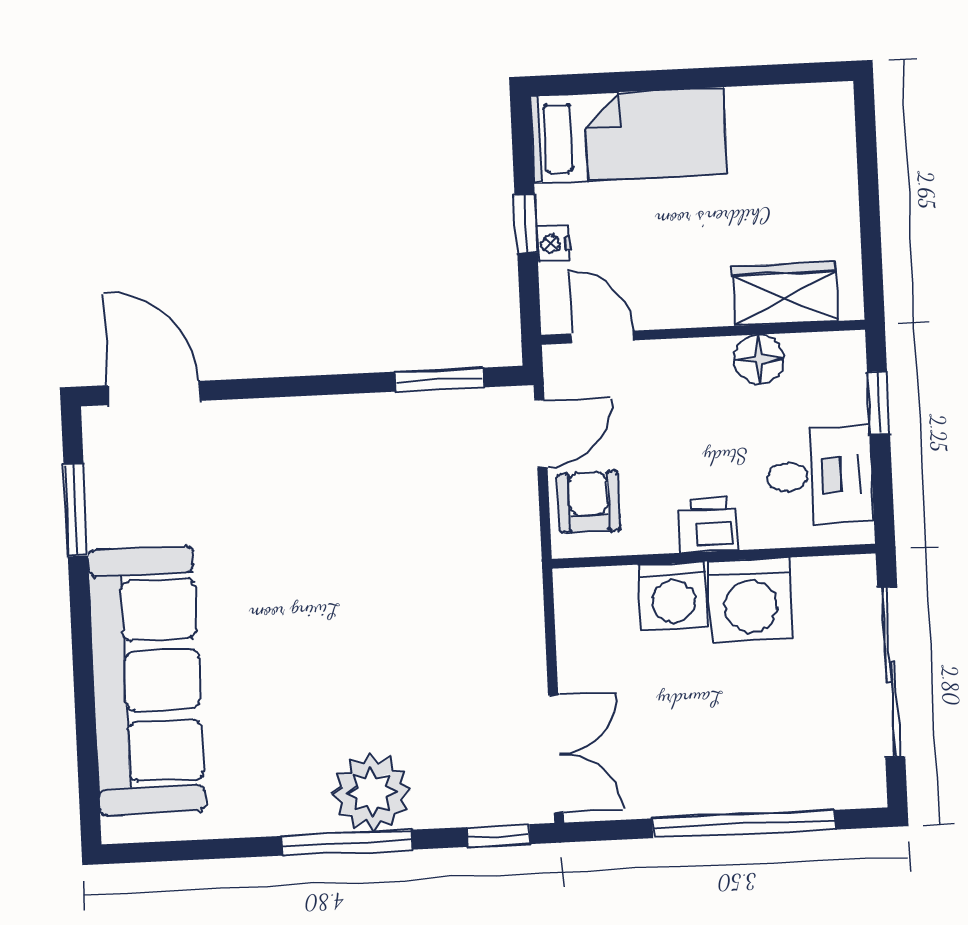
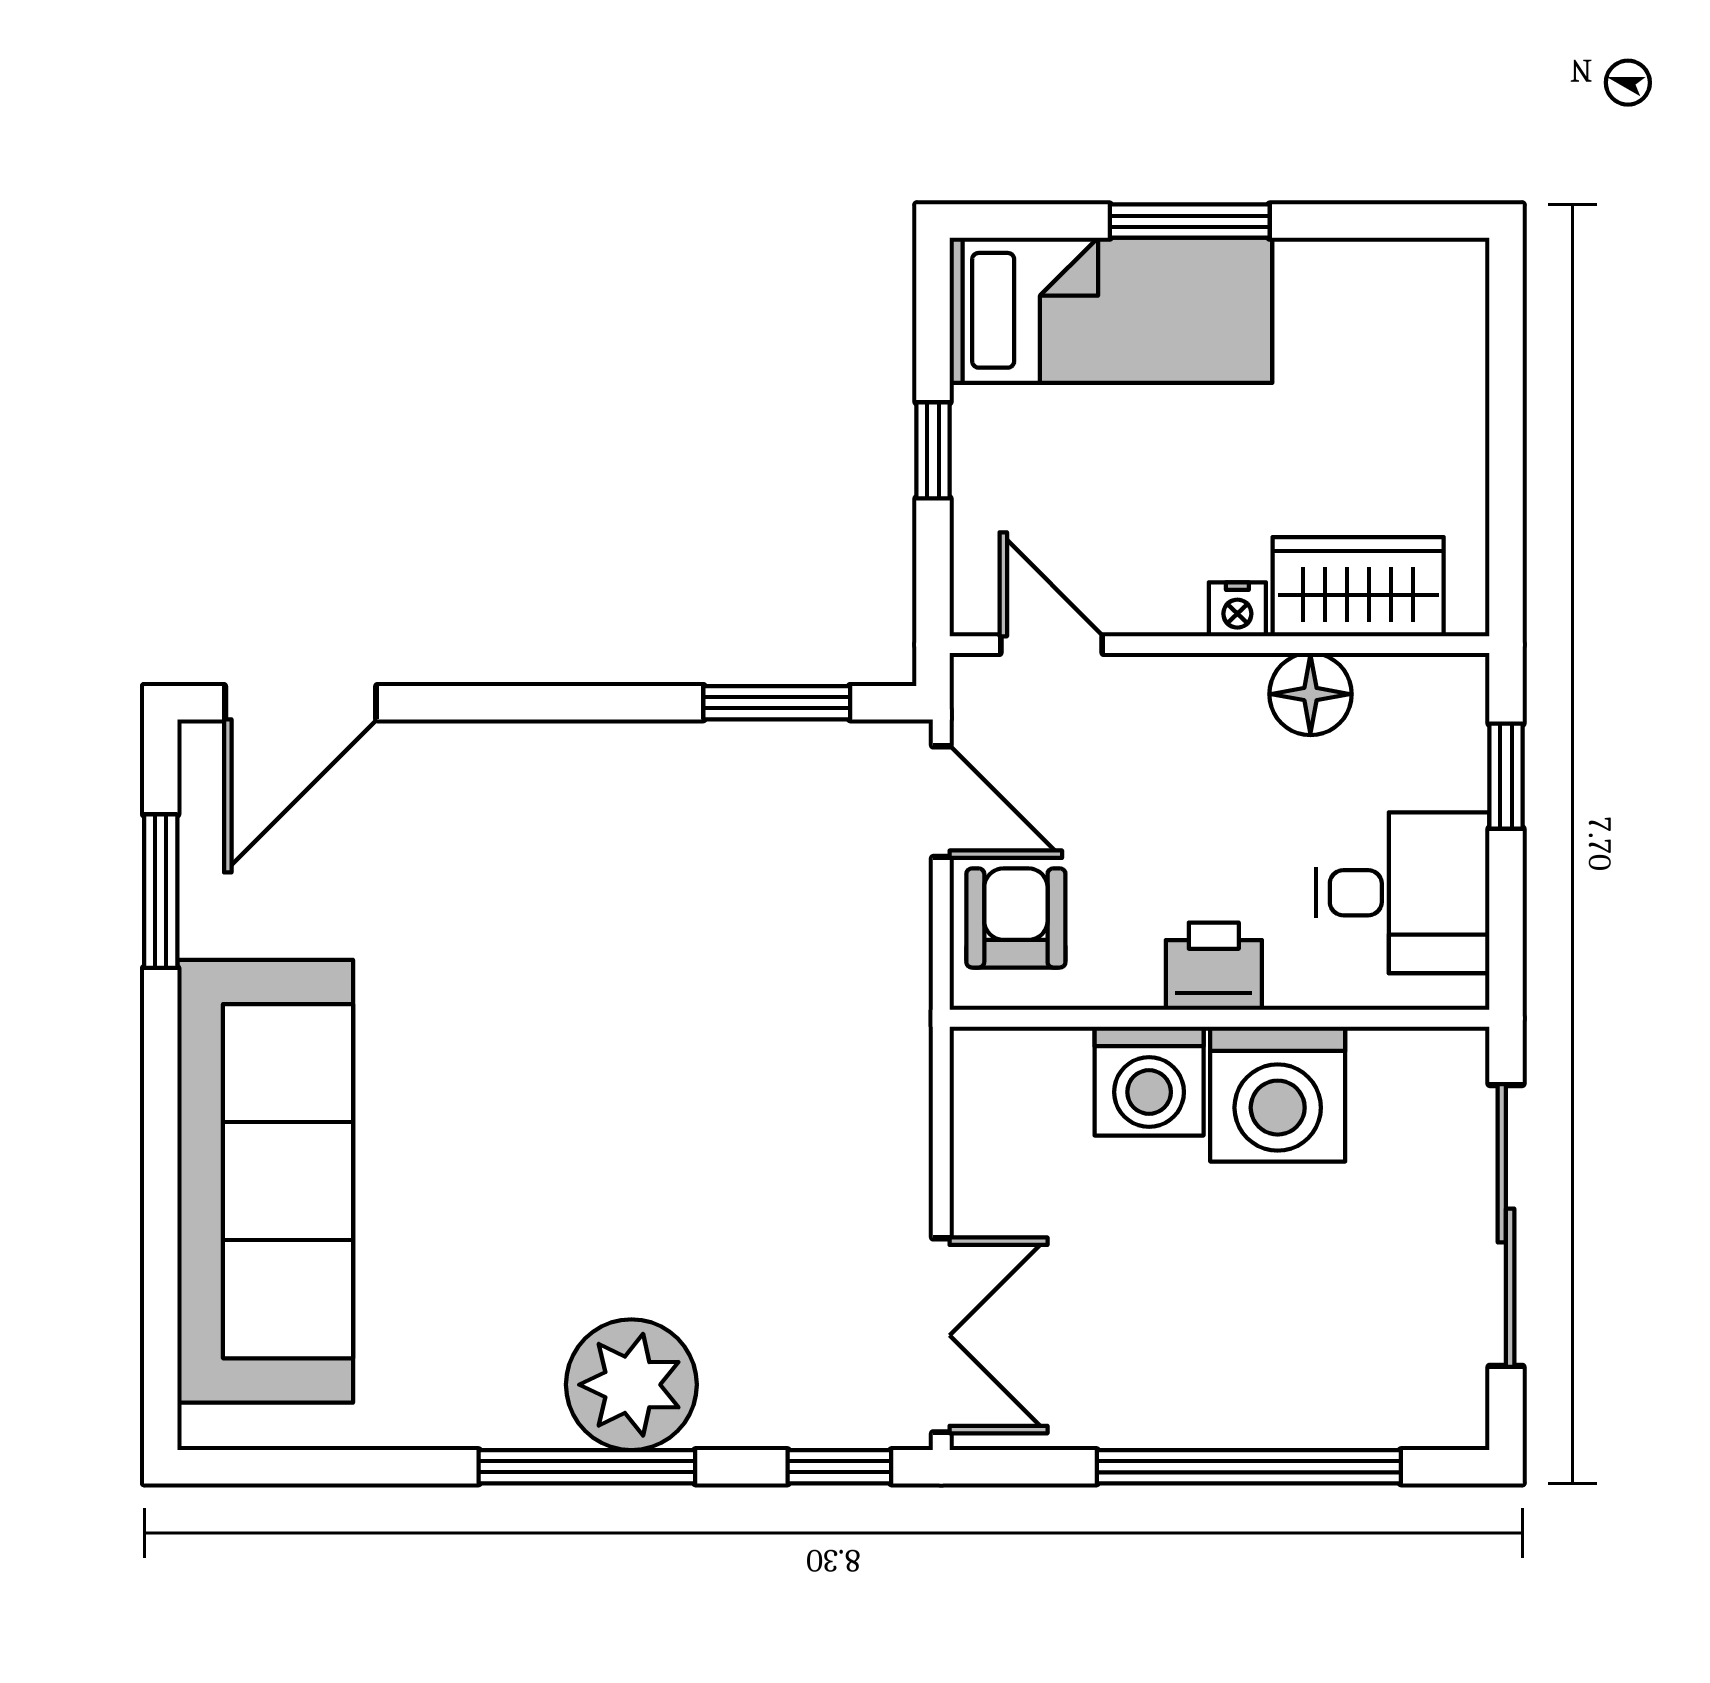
window: (673, 79) -> (1190, 221), added
nightstand: (553, 244) -> (1237, 609), moved, turned -90
door: (154, 393) -> (301, 703), swing flipped
door: (541, 434) -> (941, 802), hinge flipped

